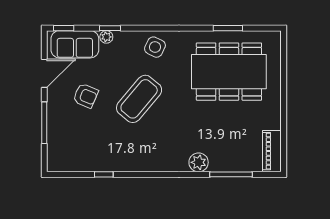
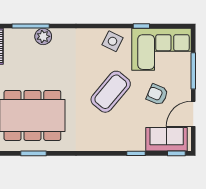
plant: (106, 37) -> (139, 146), removed
side table: (155, 47) -> (112, 41), moved
corner sofa: (81, 148) -> (161, 49), added
plant: (199, 162) -> (43, 36), moved

